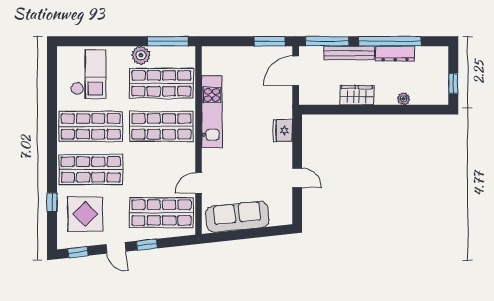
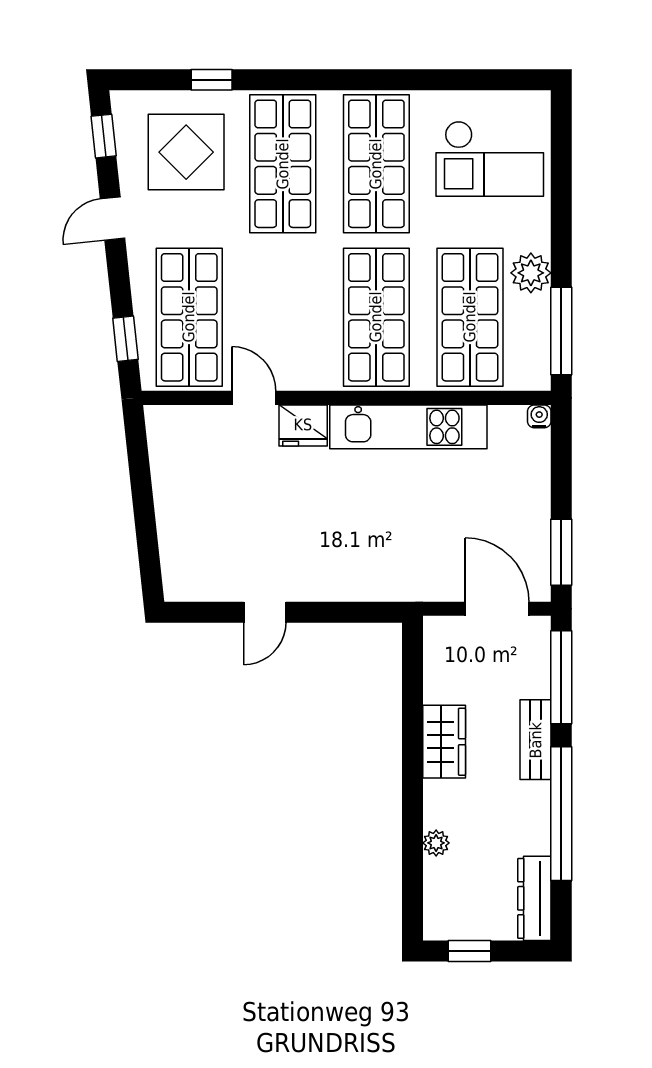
water cooler: (207, 51) -> (539, 416), added
bench: (349, 53) -> (536, 740), width x0.73
dresser: (395, 54) -> (534, 898), moved
fridge: (283, 130) -> (303, 425), moved, turned 180
sofa: (237, 217) -> (180, 482), removed
window: (147, 245) -> (125, 339), moved

